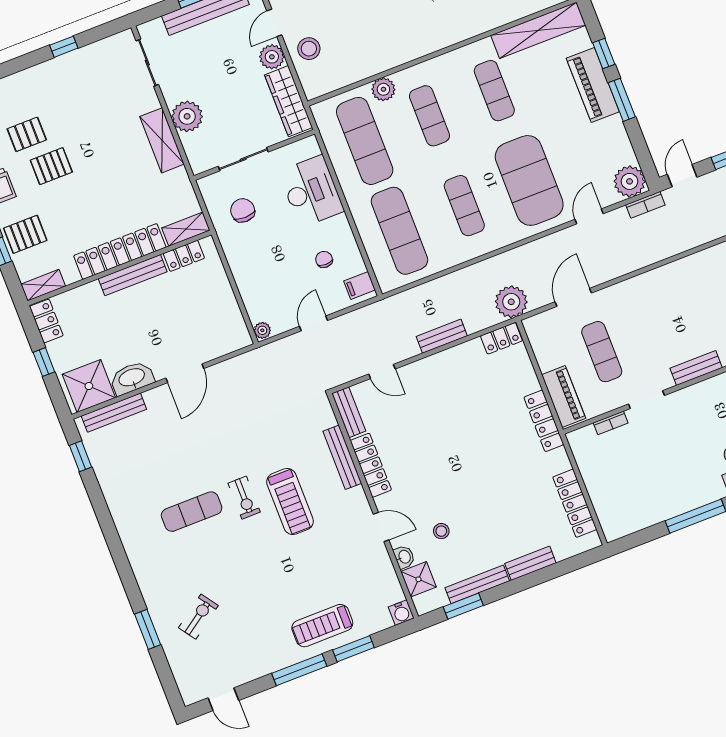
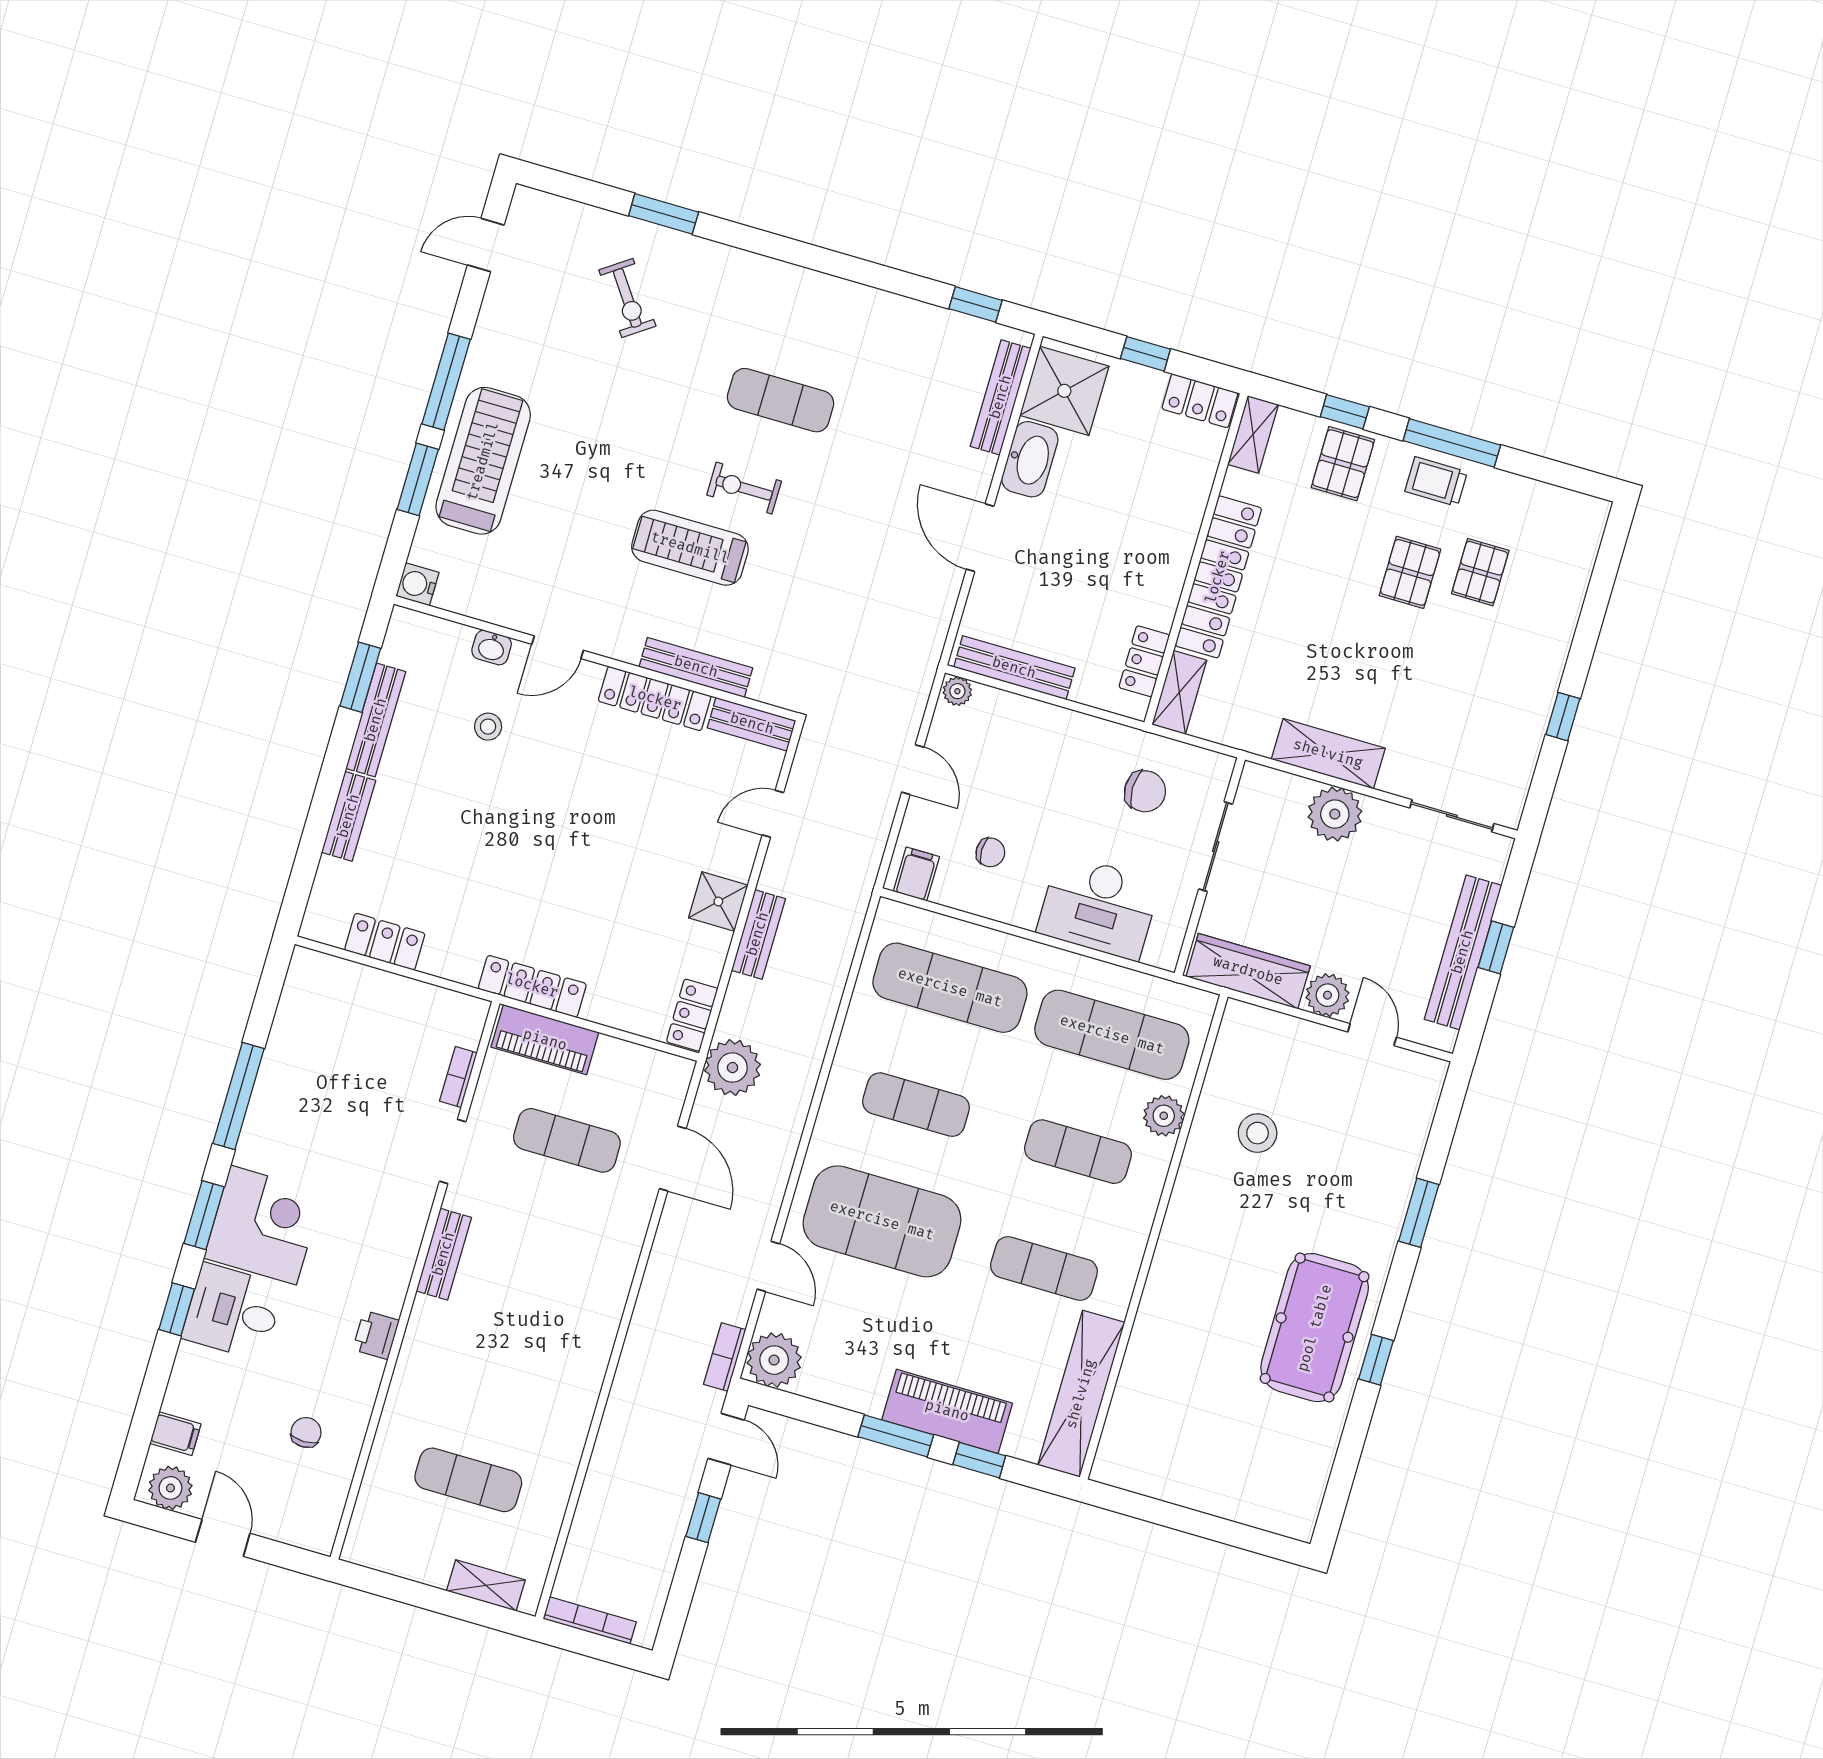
stool: (309, 49) -> (1258, 1133), moved
bench: (133, 275) -> (1014, 668), moved, turned 90
locker: (575, 503) -> (385, 942), width x0.66
exercise mat: (192, 512) -> (781, 400), turned 90
shower: (418, 579) -> (718, 901), moved
treadmill: (322, 626) -> (483, 461), width x1.37, depth x1.38

